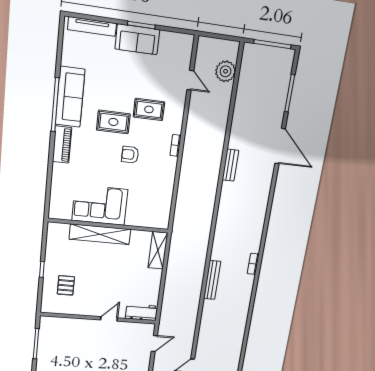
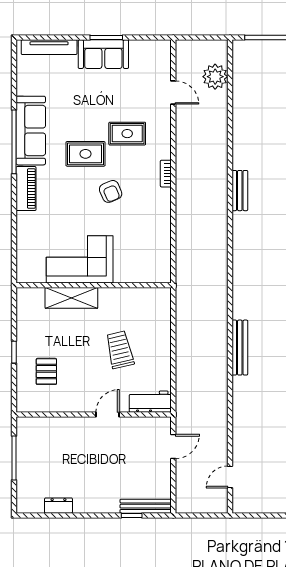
armchair: (130, 155) -> (111, 191), turned -113
shelving: (100, 234) -> (71, 298), width x0.68
shelving: (158, 250) -> (161, 313), removed
trolley: (123, 274) -> (120, 350), added

